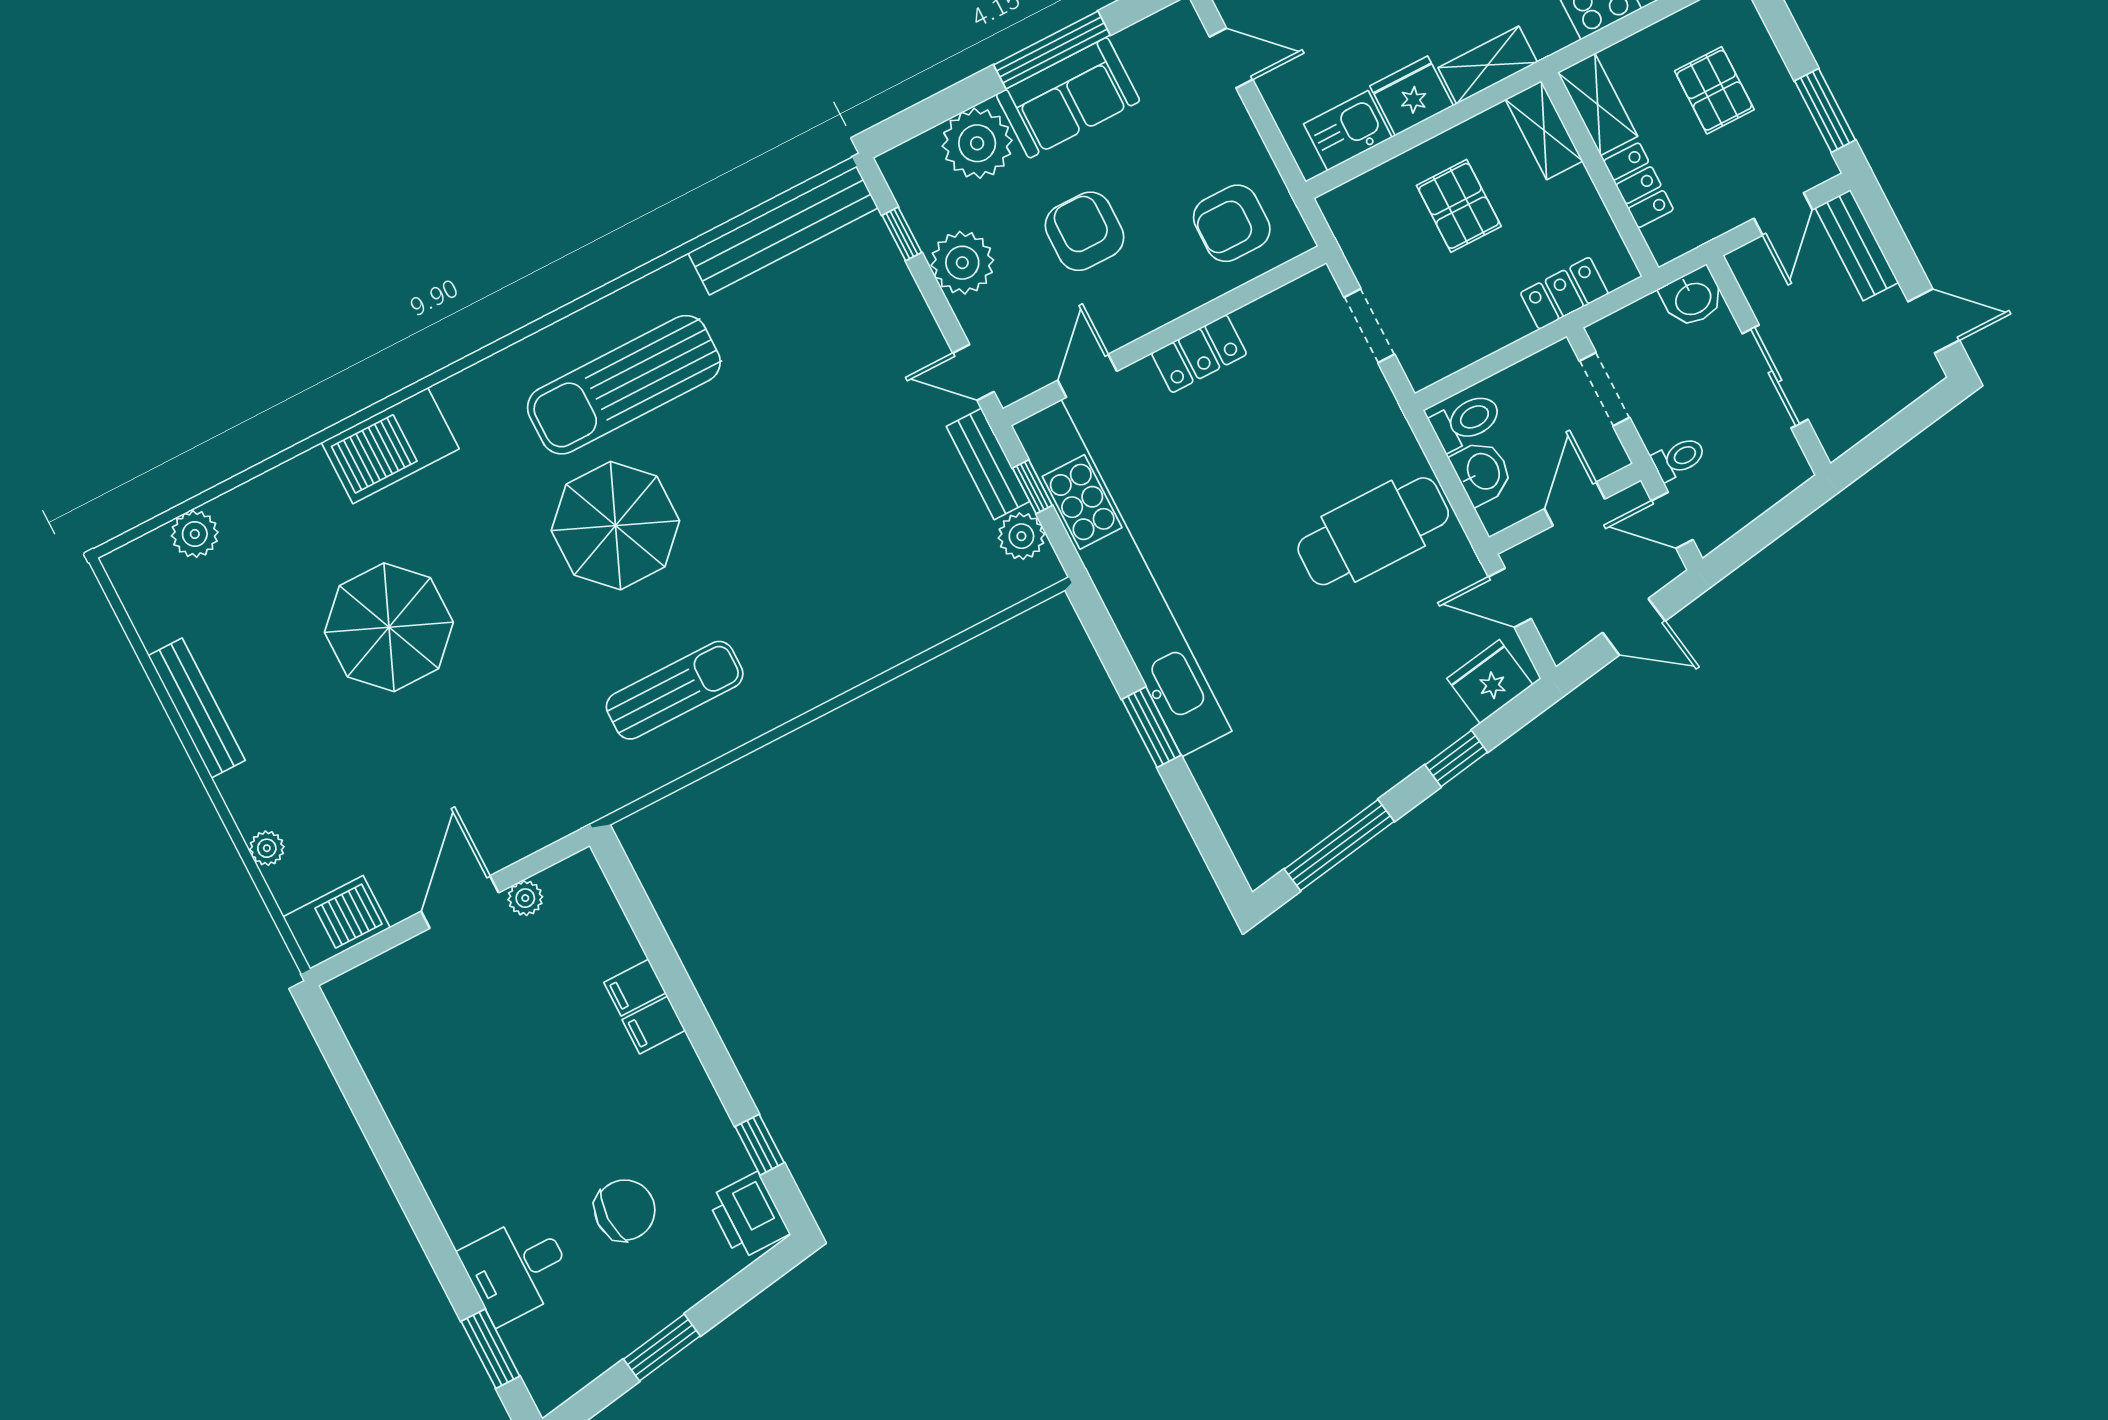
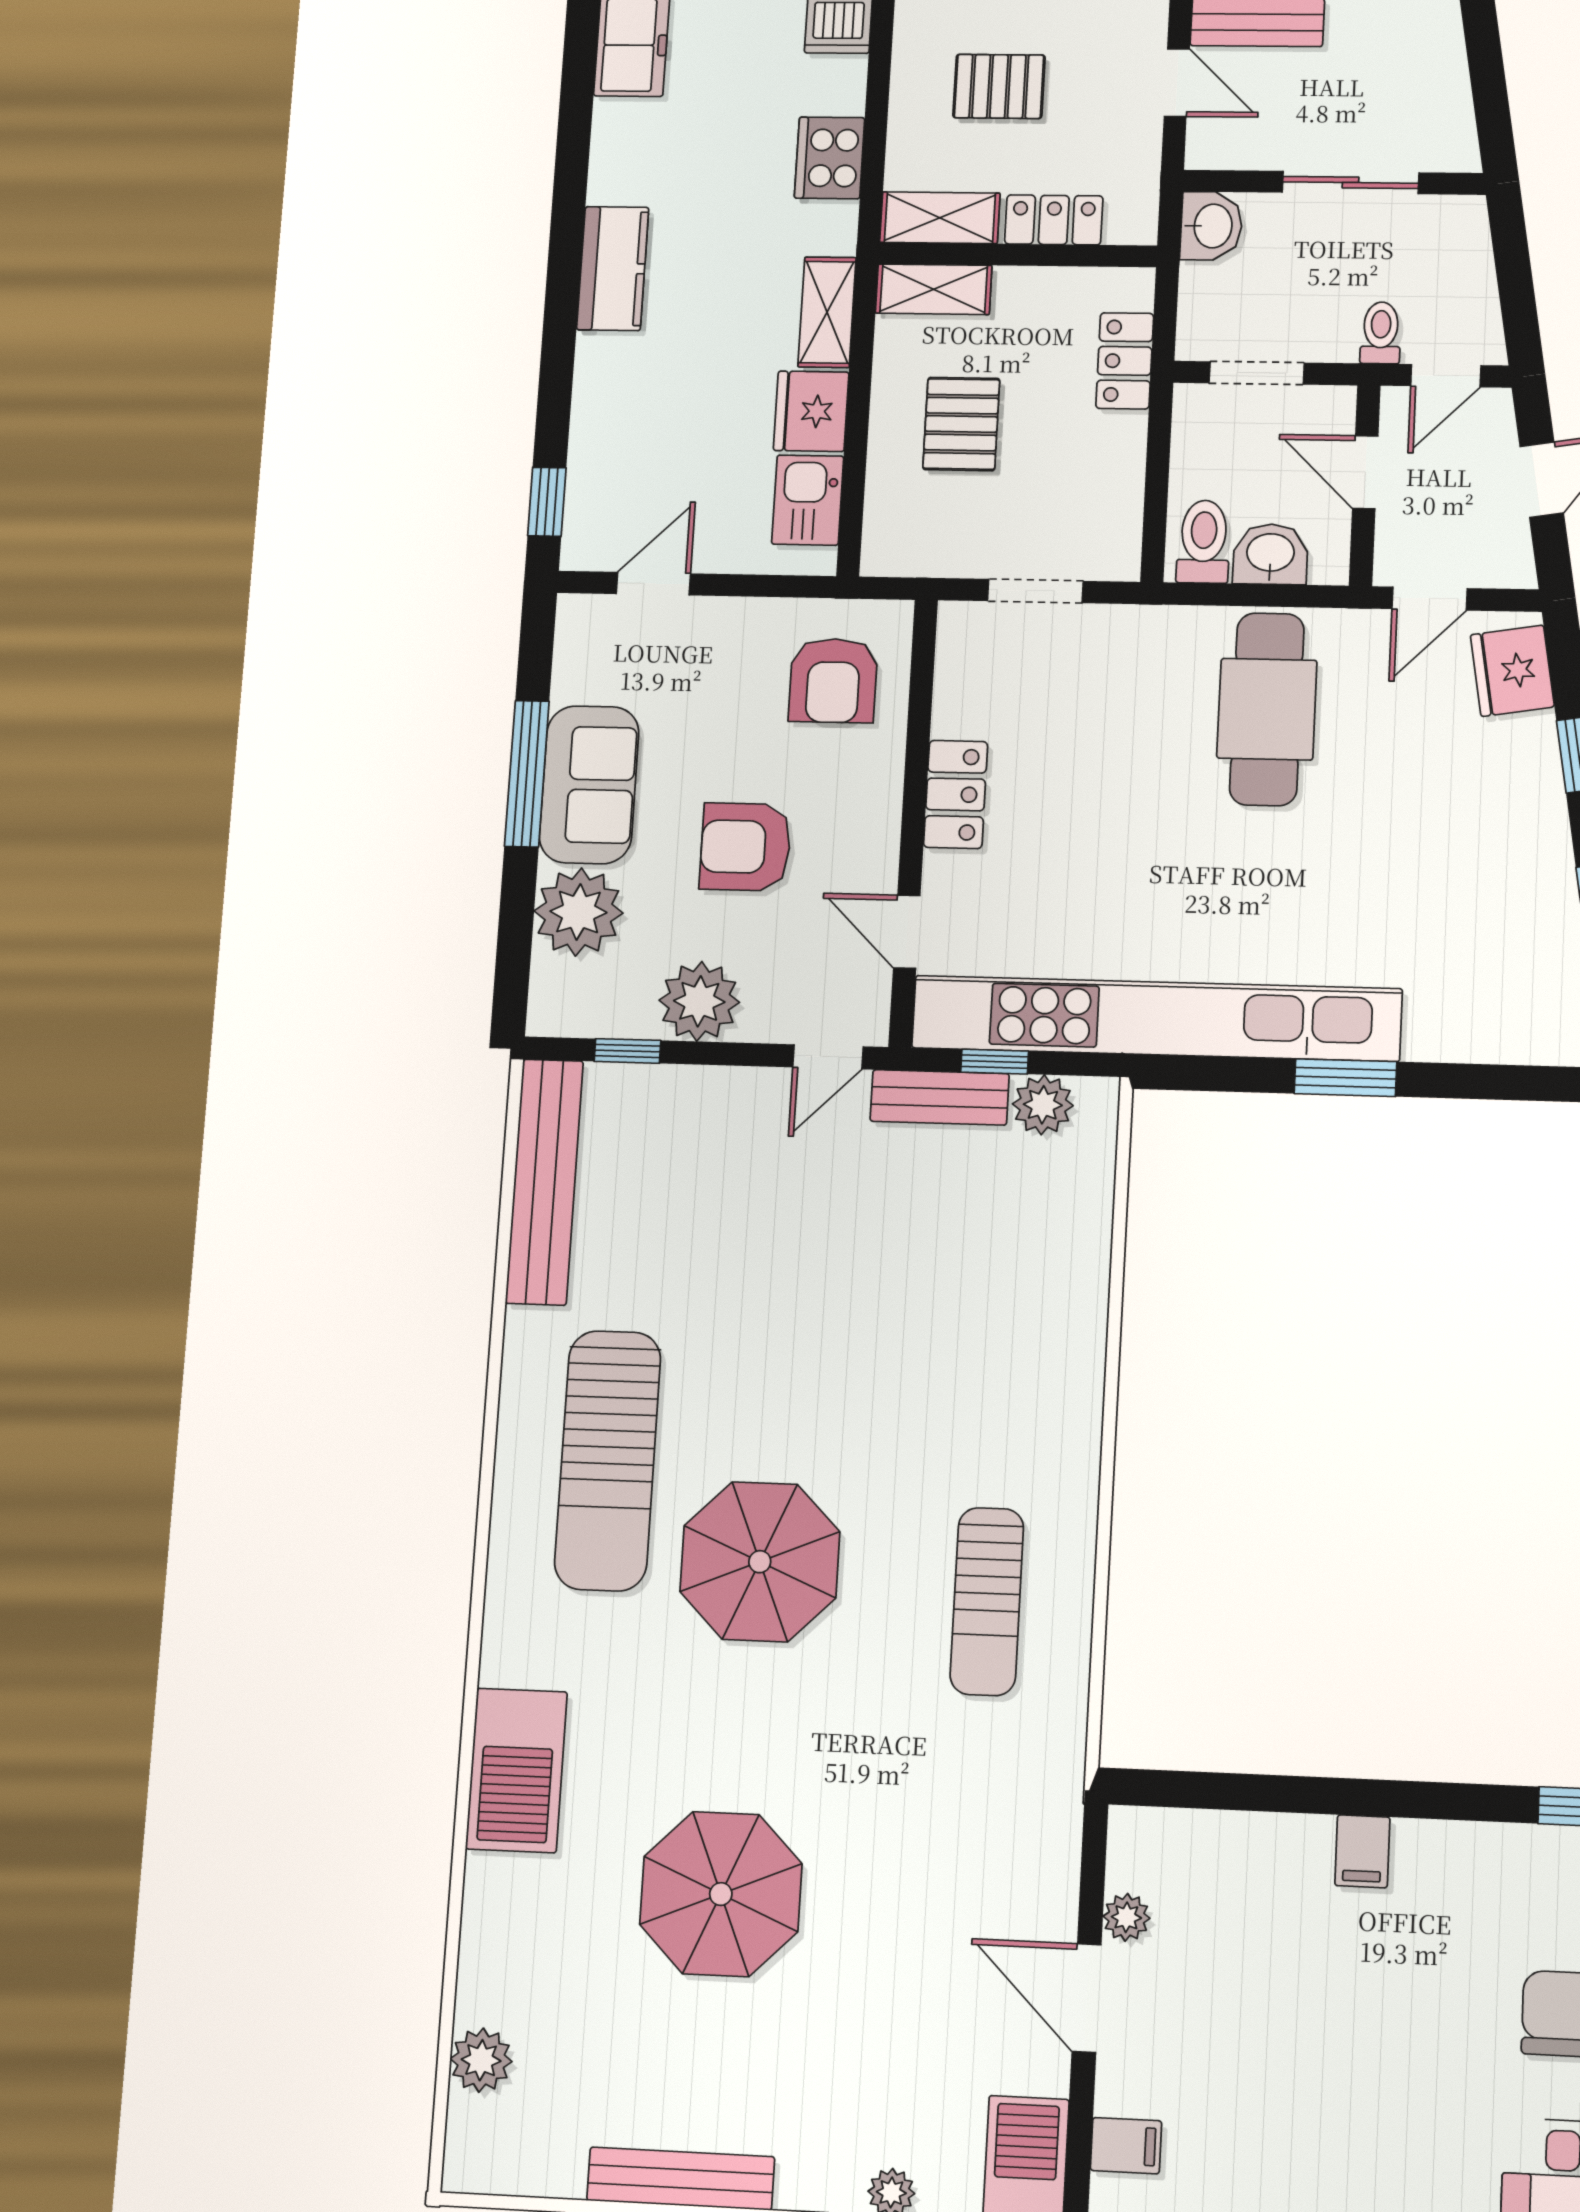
pallet: (1459, 206) -> (961, 424), turned 90
sun lounger: (675, 690) -> (987, 1601), turned 180
filing cabinet: (635, 988) -> (1126, 2146), moved, turned -90

